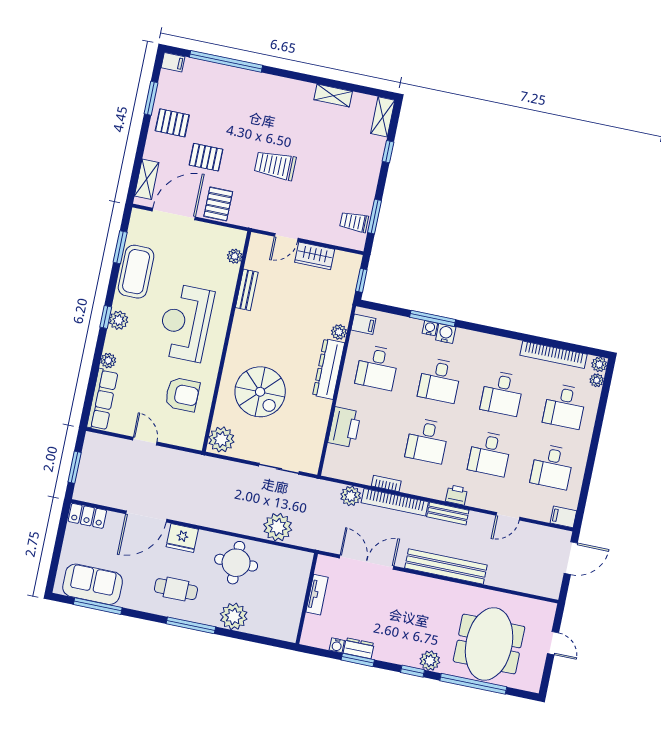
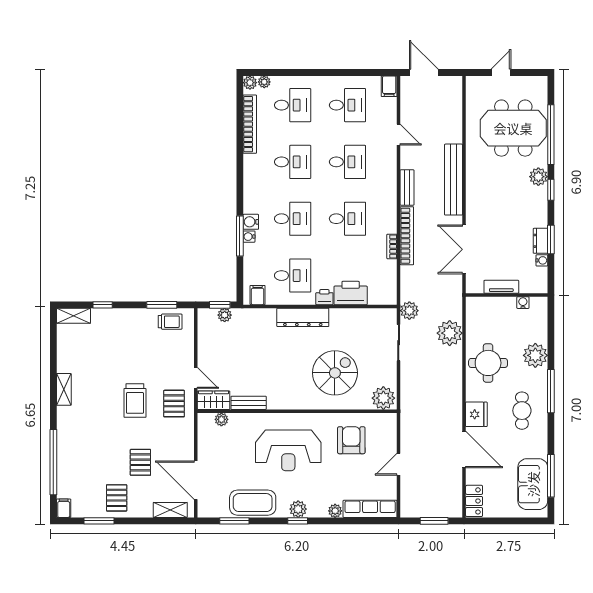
shelving: (333, 96) -> (64, 389), moved
pallet: (218, 204) -> (174, 404), moved, turned 90
trolley: (354, 222) -> (170, 322), turned -90
wardrobe: (315, 256) -> (214, 400), moved, turned -90
plant: (339, 332) -> (225, 315), moved
printer: (457, 495) -> (324, 297), moved, turned 90
plant: (351, 496) -> (409, 311), moved
water cooler: (295, 615) -> (523, 303), added

